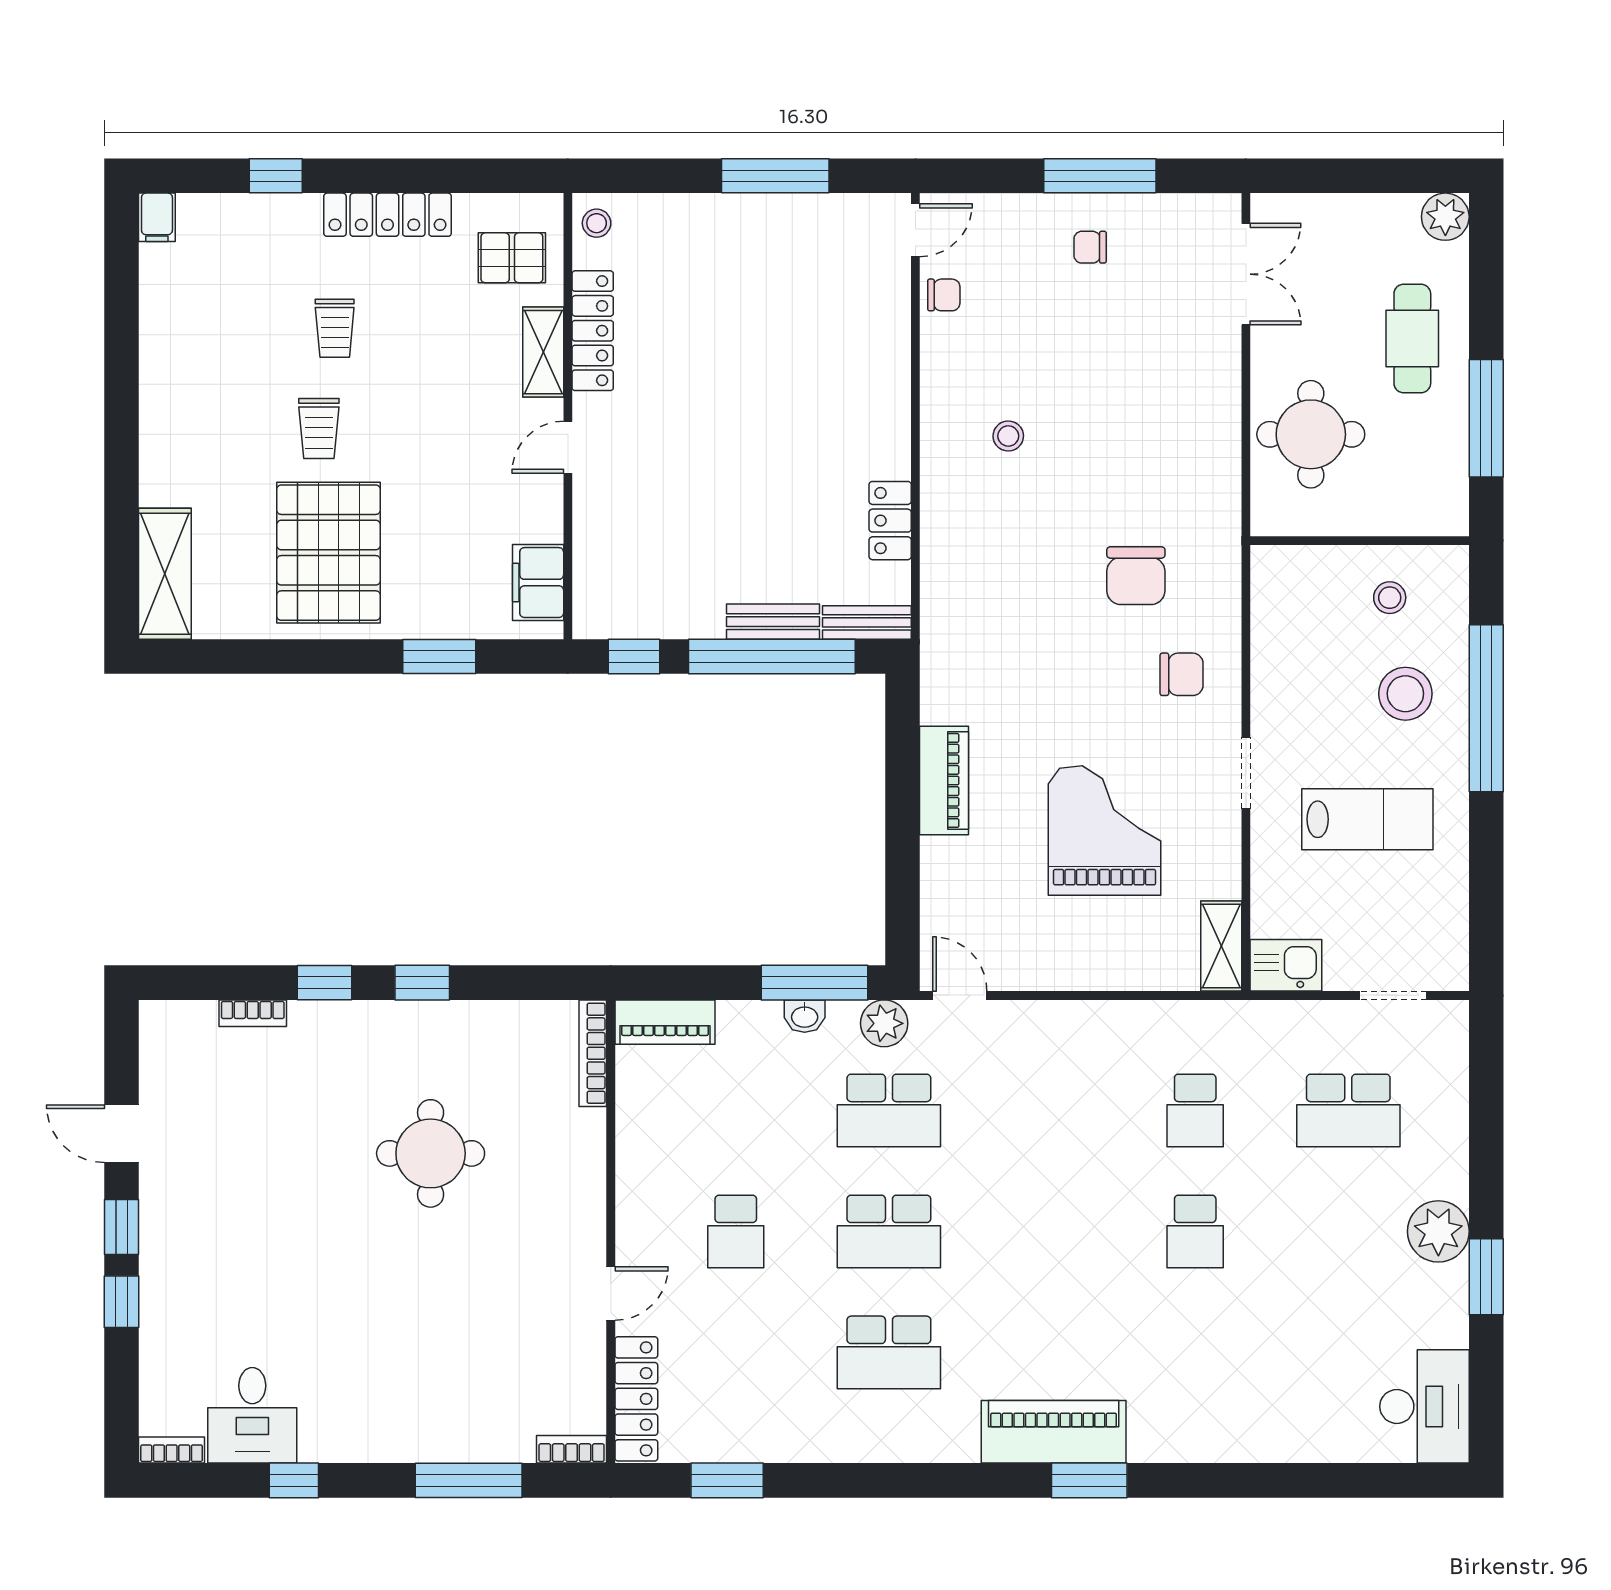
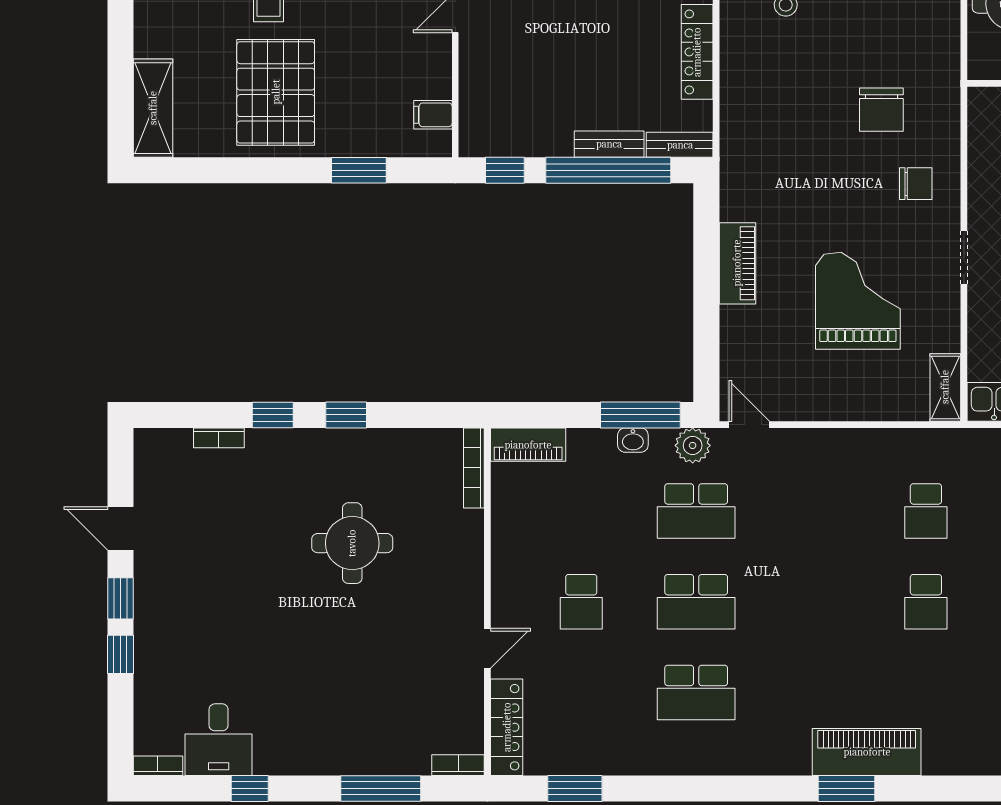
locker: (890, 521) -> (697, 52), width x1.53
filing cabinet: (538, 583) -> (433, 115), width x0.50
piano: (1054, 1432) -> (867, 752), moved

